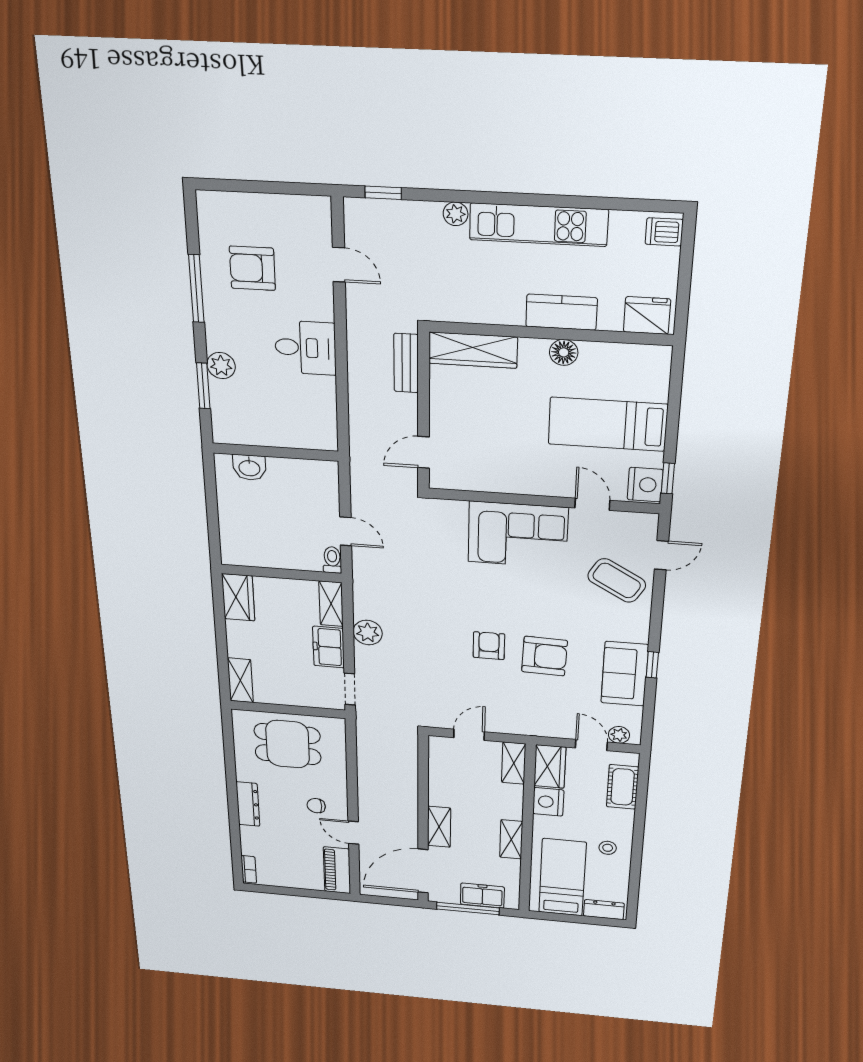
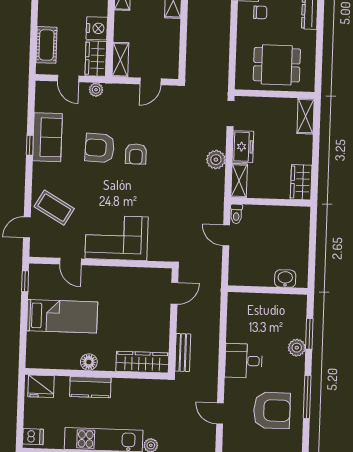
armchair: (252, 268) -> (272, 410), width x1.36, depth x1.36
nightstand: (645, 485) -> (39, 276), removed
plant: (619, 735) -> (96, 90), moved

